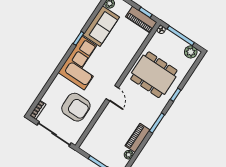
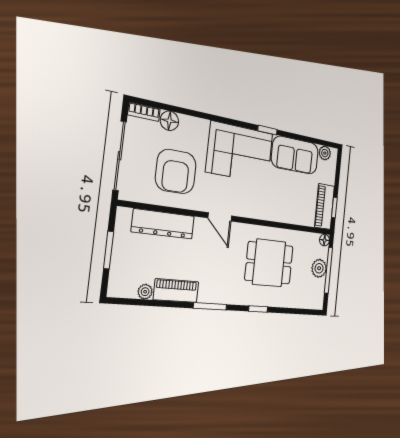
plant: (191, 52) -> (319, 268), moved
dining table: (154, 75) -> (269, 263), width x0.73
door: (112, 93) -> (220, 217), hinge flipped
floor lamp: (48, 98) -> (169, 121), added
dresser: (100, 128) -> (163, 224), added

